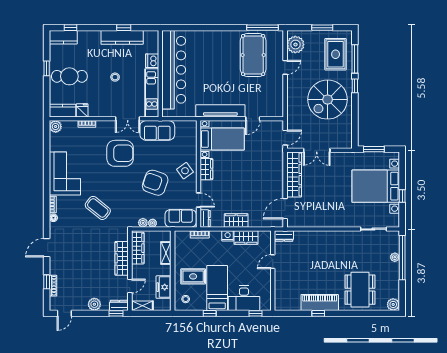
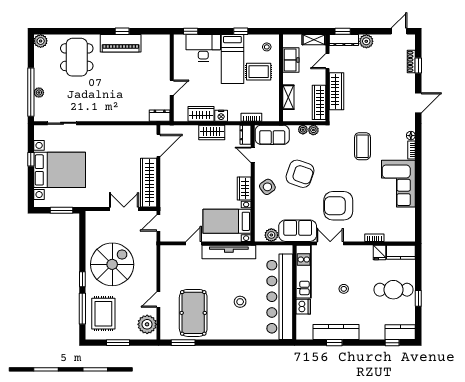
window: (262, 28) -> (183, 343), width x0.69
stool: (210, 65) -> (240, 302), added
plant: (56, 127) -> (271, 235), moved
coffee table: (98, 208) -> (362, 146), turned 51
dresser: (119, 305) -> (344, 40), width x1.44

